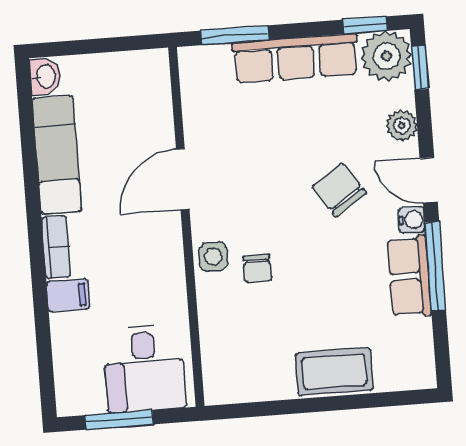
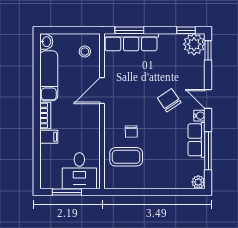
row of seats: (296, 58) -> (131, 42), moved
stool: (136, 92) -> (85, 52), added
plant: (402, 126) -> (198, 182), moved
side table: (213, 256) -> (113, 125), removed
window: (435, 266) -> (208, 151), moved
coffee table: (334, 371) -> (126, 157), moved

